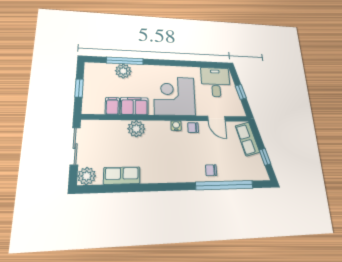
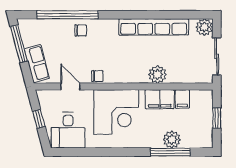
water cooler: (176, 126) -> (116, 78), removed
window: (265, 157) -> (19, 44), width x2.17
row of seats: (122, 176) -> (154, 27), width x2.02

